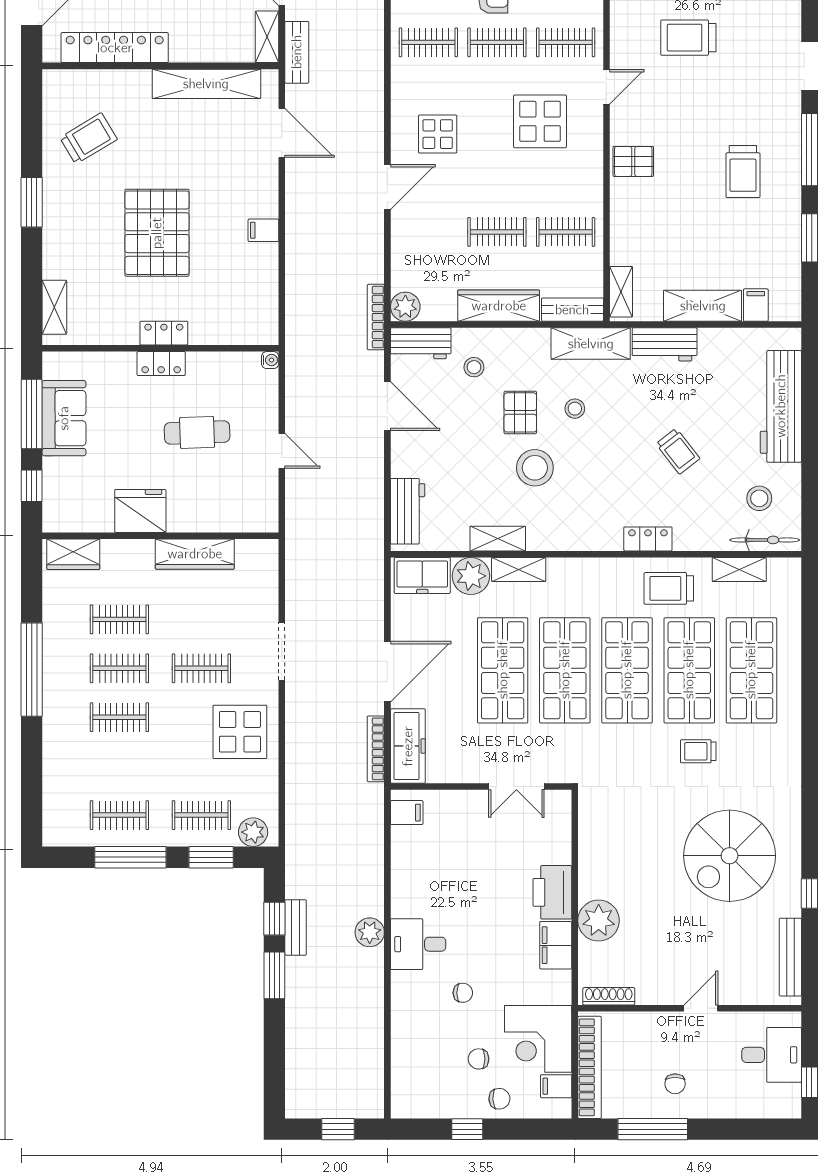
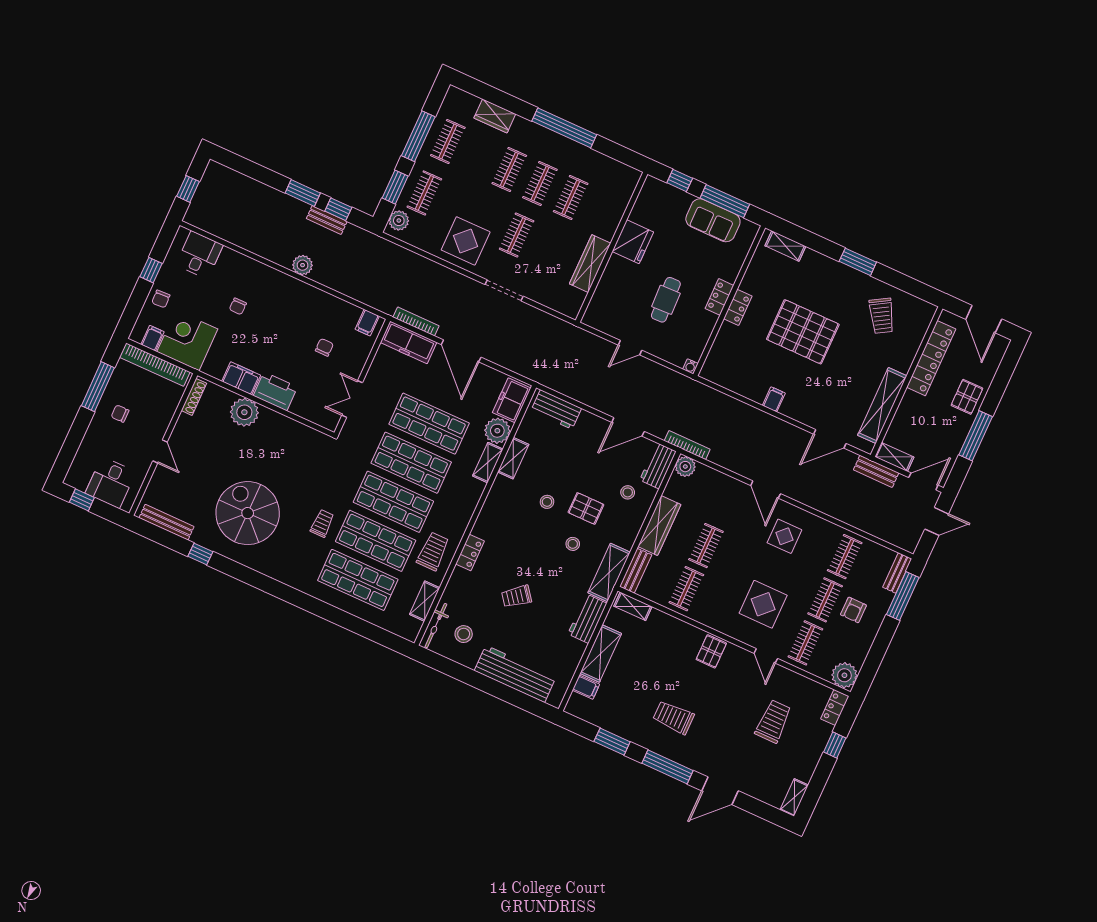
stool: (535, 468) -> (547, 502), width x0.53, depth x0.53
wardrobe: (73, 554) -> (495, 116), moved, turned -90
desk: (418, 944) -> (199, 255), moved
chair: (479, 1059) -> (324, 347), moved

